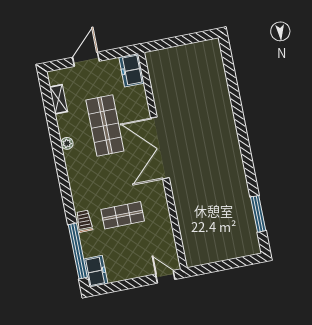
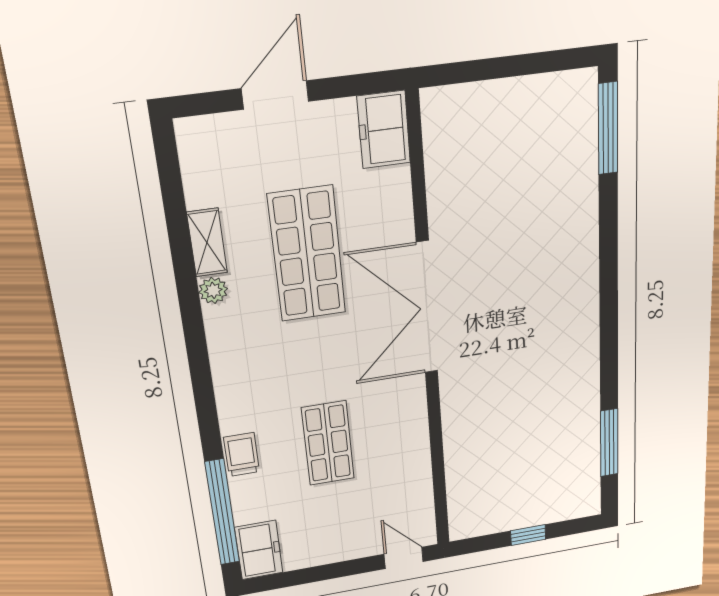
window: (228, 63) -> (608, 128), added
shelving: (59, 99) -> (207, 243), moved
shop shelf: (123, 215) -> (328, 443), turned 90
window: (226, 265) -> (528, 535), added

